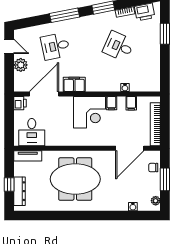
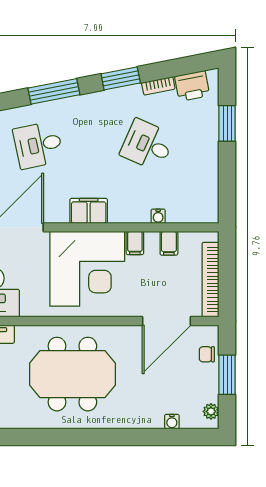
filing cabinet: (74, 84) -> (89, 211), moved
corner desk: (90, 112) -> (87, 269), width x1.36, depth x1.36

